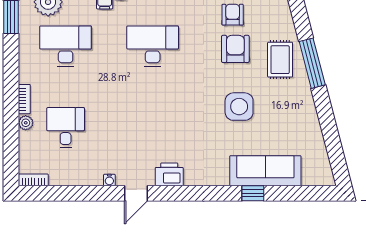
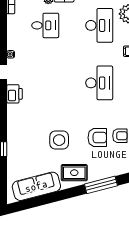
rug: (280, 60) -> (74, 173), moved
window: (312, 63) -> (101, 185), moved
sofa: (265, 171) -> (36, 186), moved, turned -105

